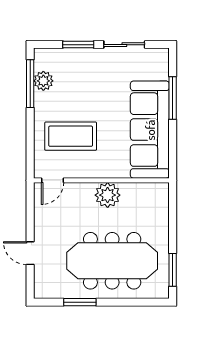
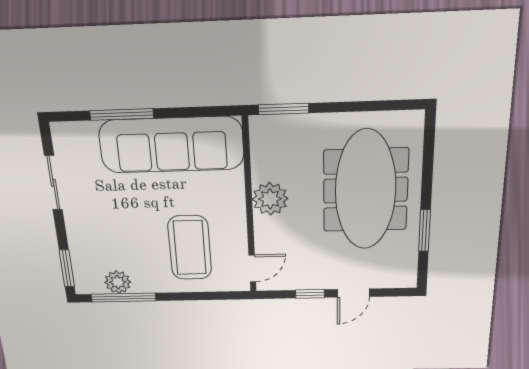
window: (78, 45) -> (67, 268), moved
door: (52, 180) -> (252, 268), hinge flipped
window: (30, 222) -> (310, 294), added
window: (173, 270) -> (284, 109), moved

